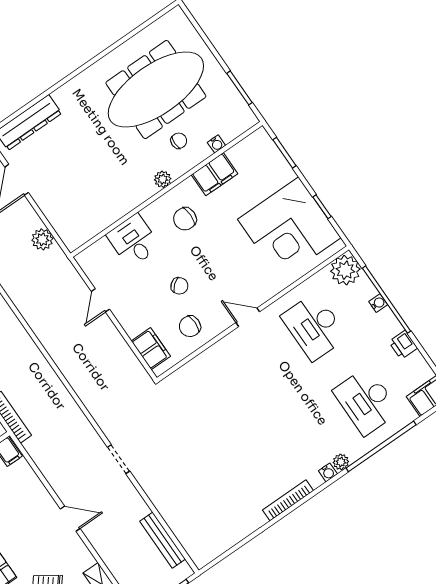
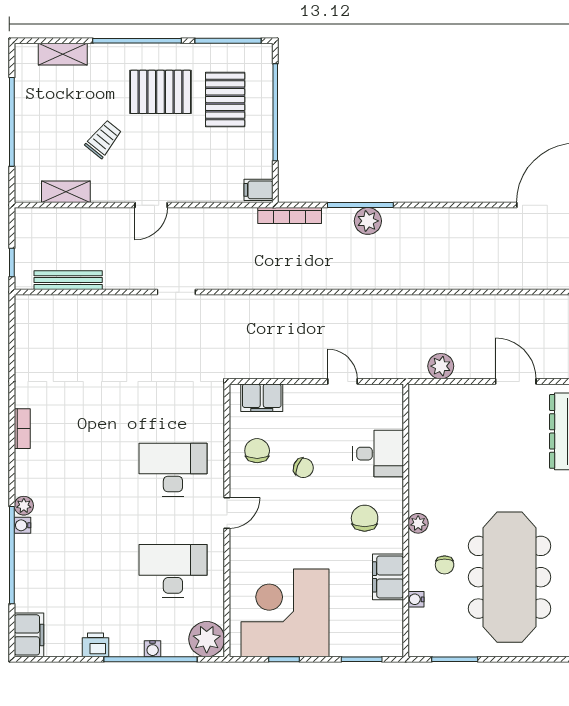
chair: (179, 286) -> (303, 468), turned -117
desk: (366, 401) -> (173, 470), moved
water cooler: (328, 472) -> (22, 525), moved
bookcase: (288, 500) -> (22, 429), width x0.64

